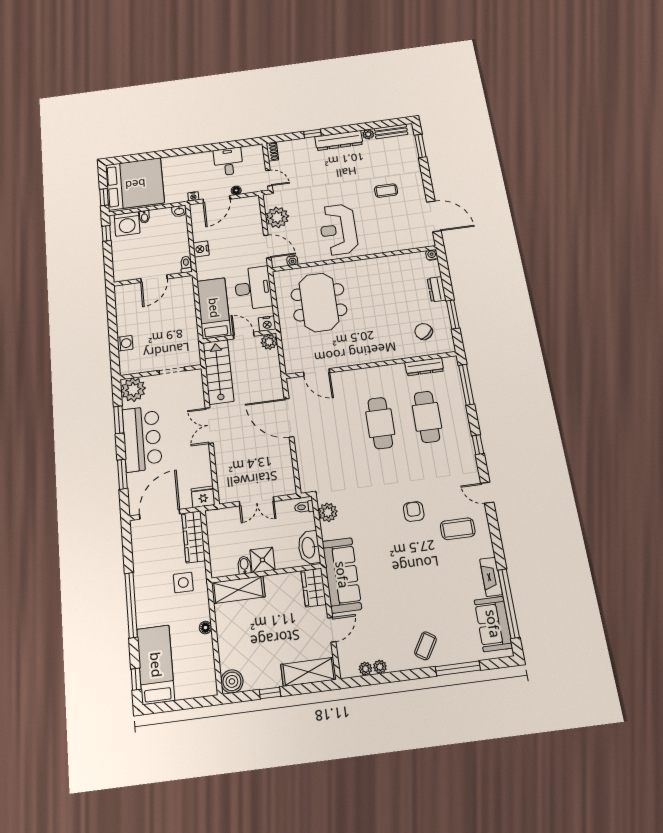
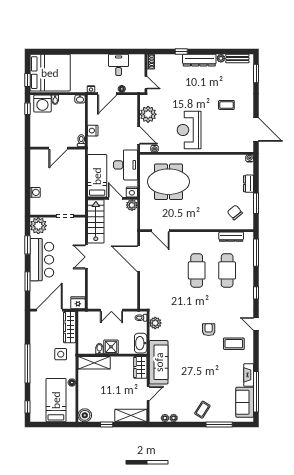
meeting table: (319, 302) -> (168, 182), turned 90
bed: (156, 665) -> (56, 400), moved

